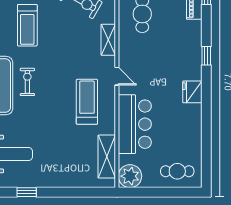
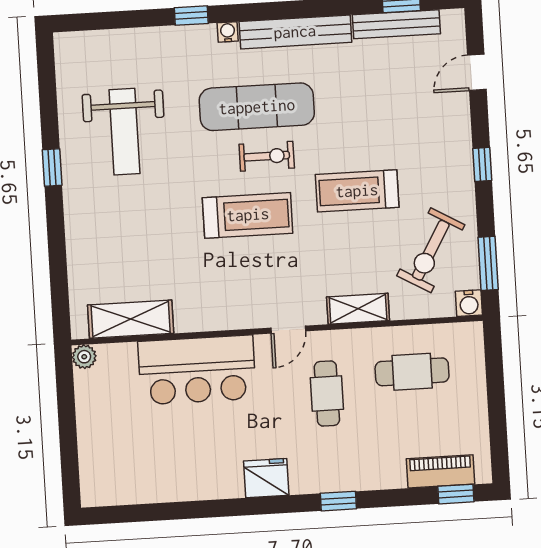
treadmill: (27, 25) -> (357, 191), moved
treadmill: (87, 102) -> (248, 215), moved
cafe table: (177, 171) -> (327, 394), moved
plant: (130, 176) -> (84, 357), width x0.53, depth x0.53

